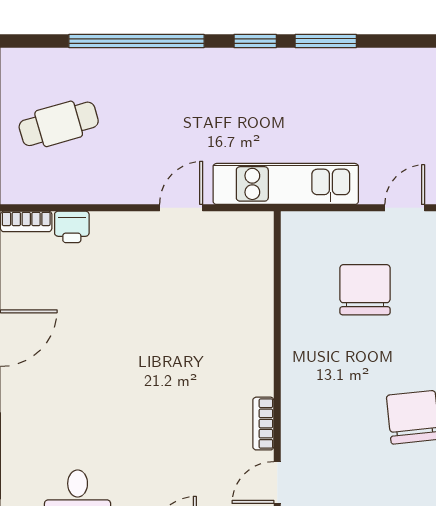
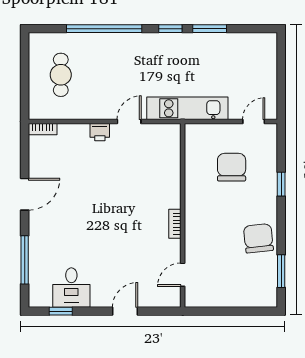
cafe table: (59, 124) -> (61, 75), turned -74
printer: (72, 227) -> (100, 132), moved
bookcase: (263, 424) -> (175, 224), moved

